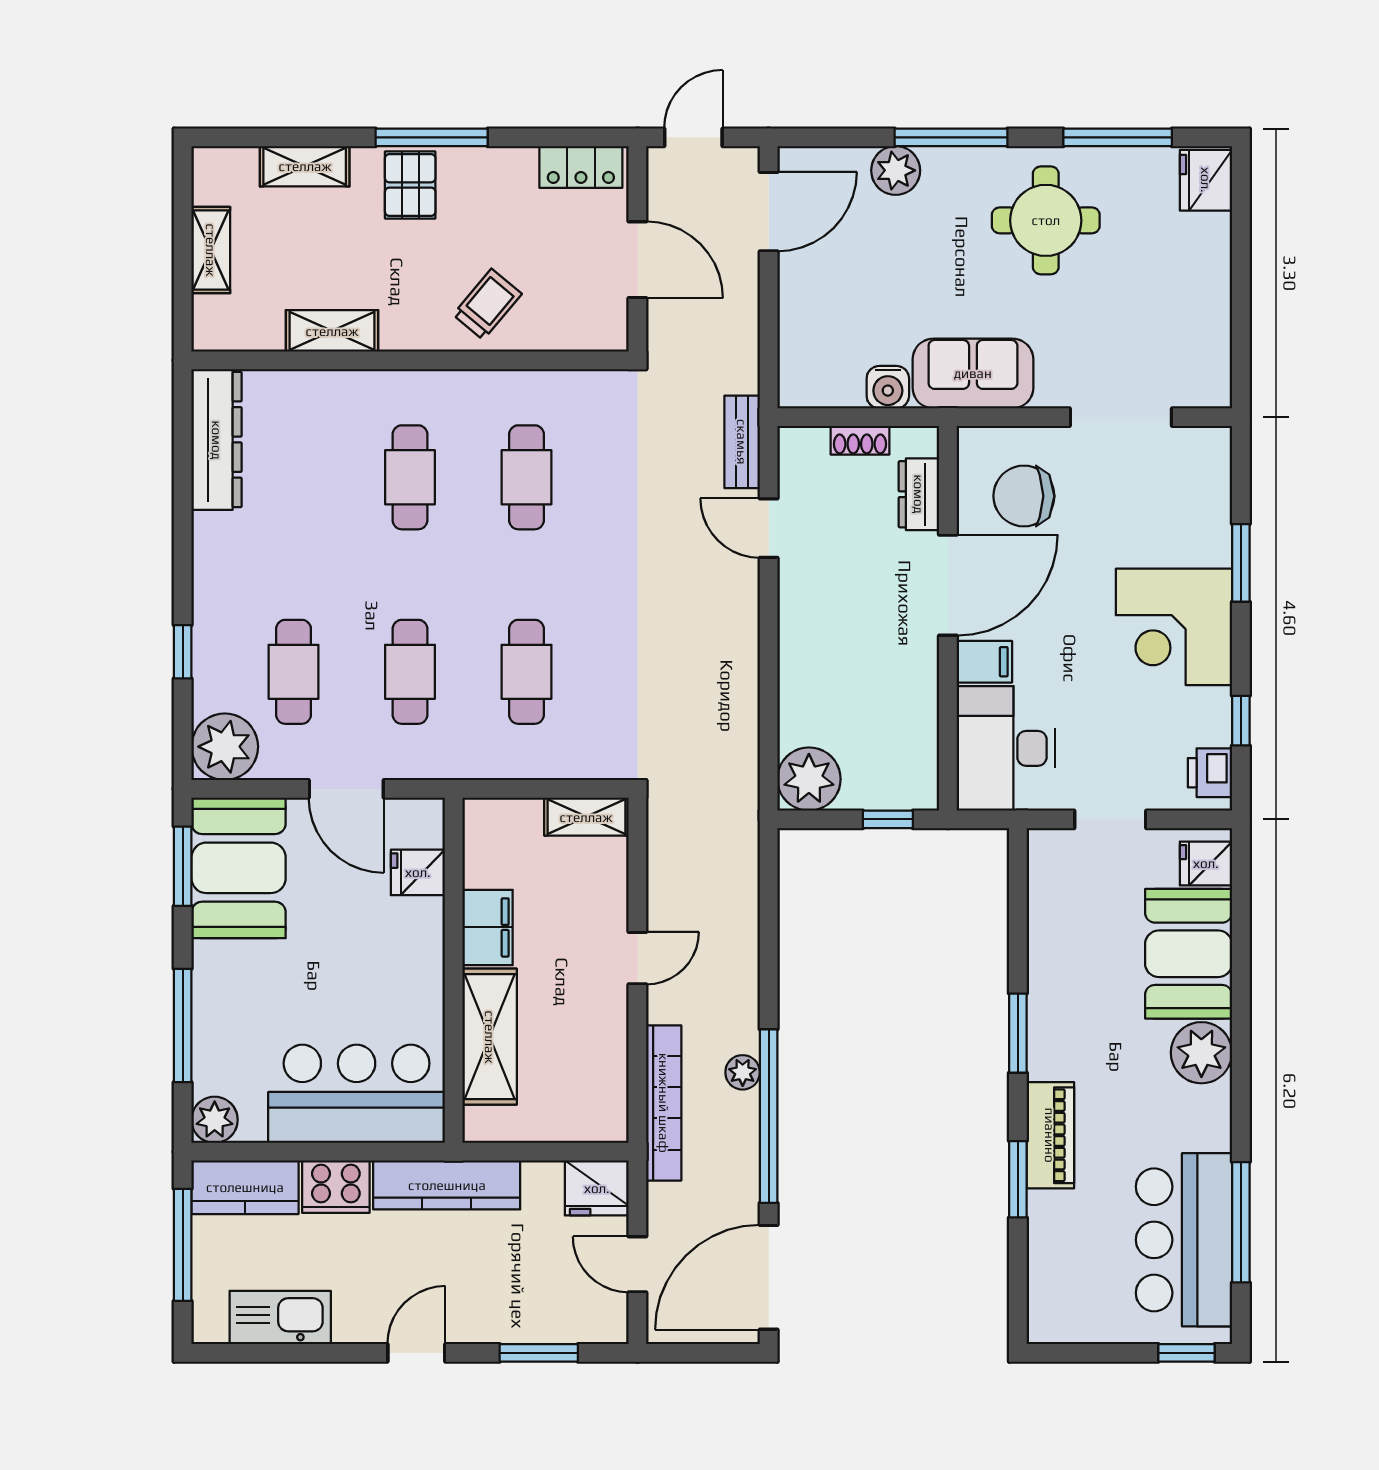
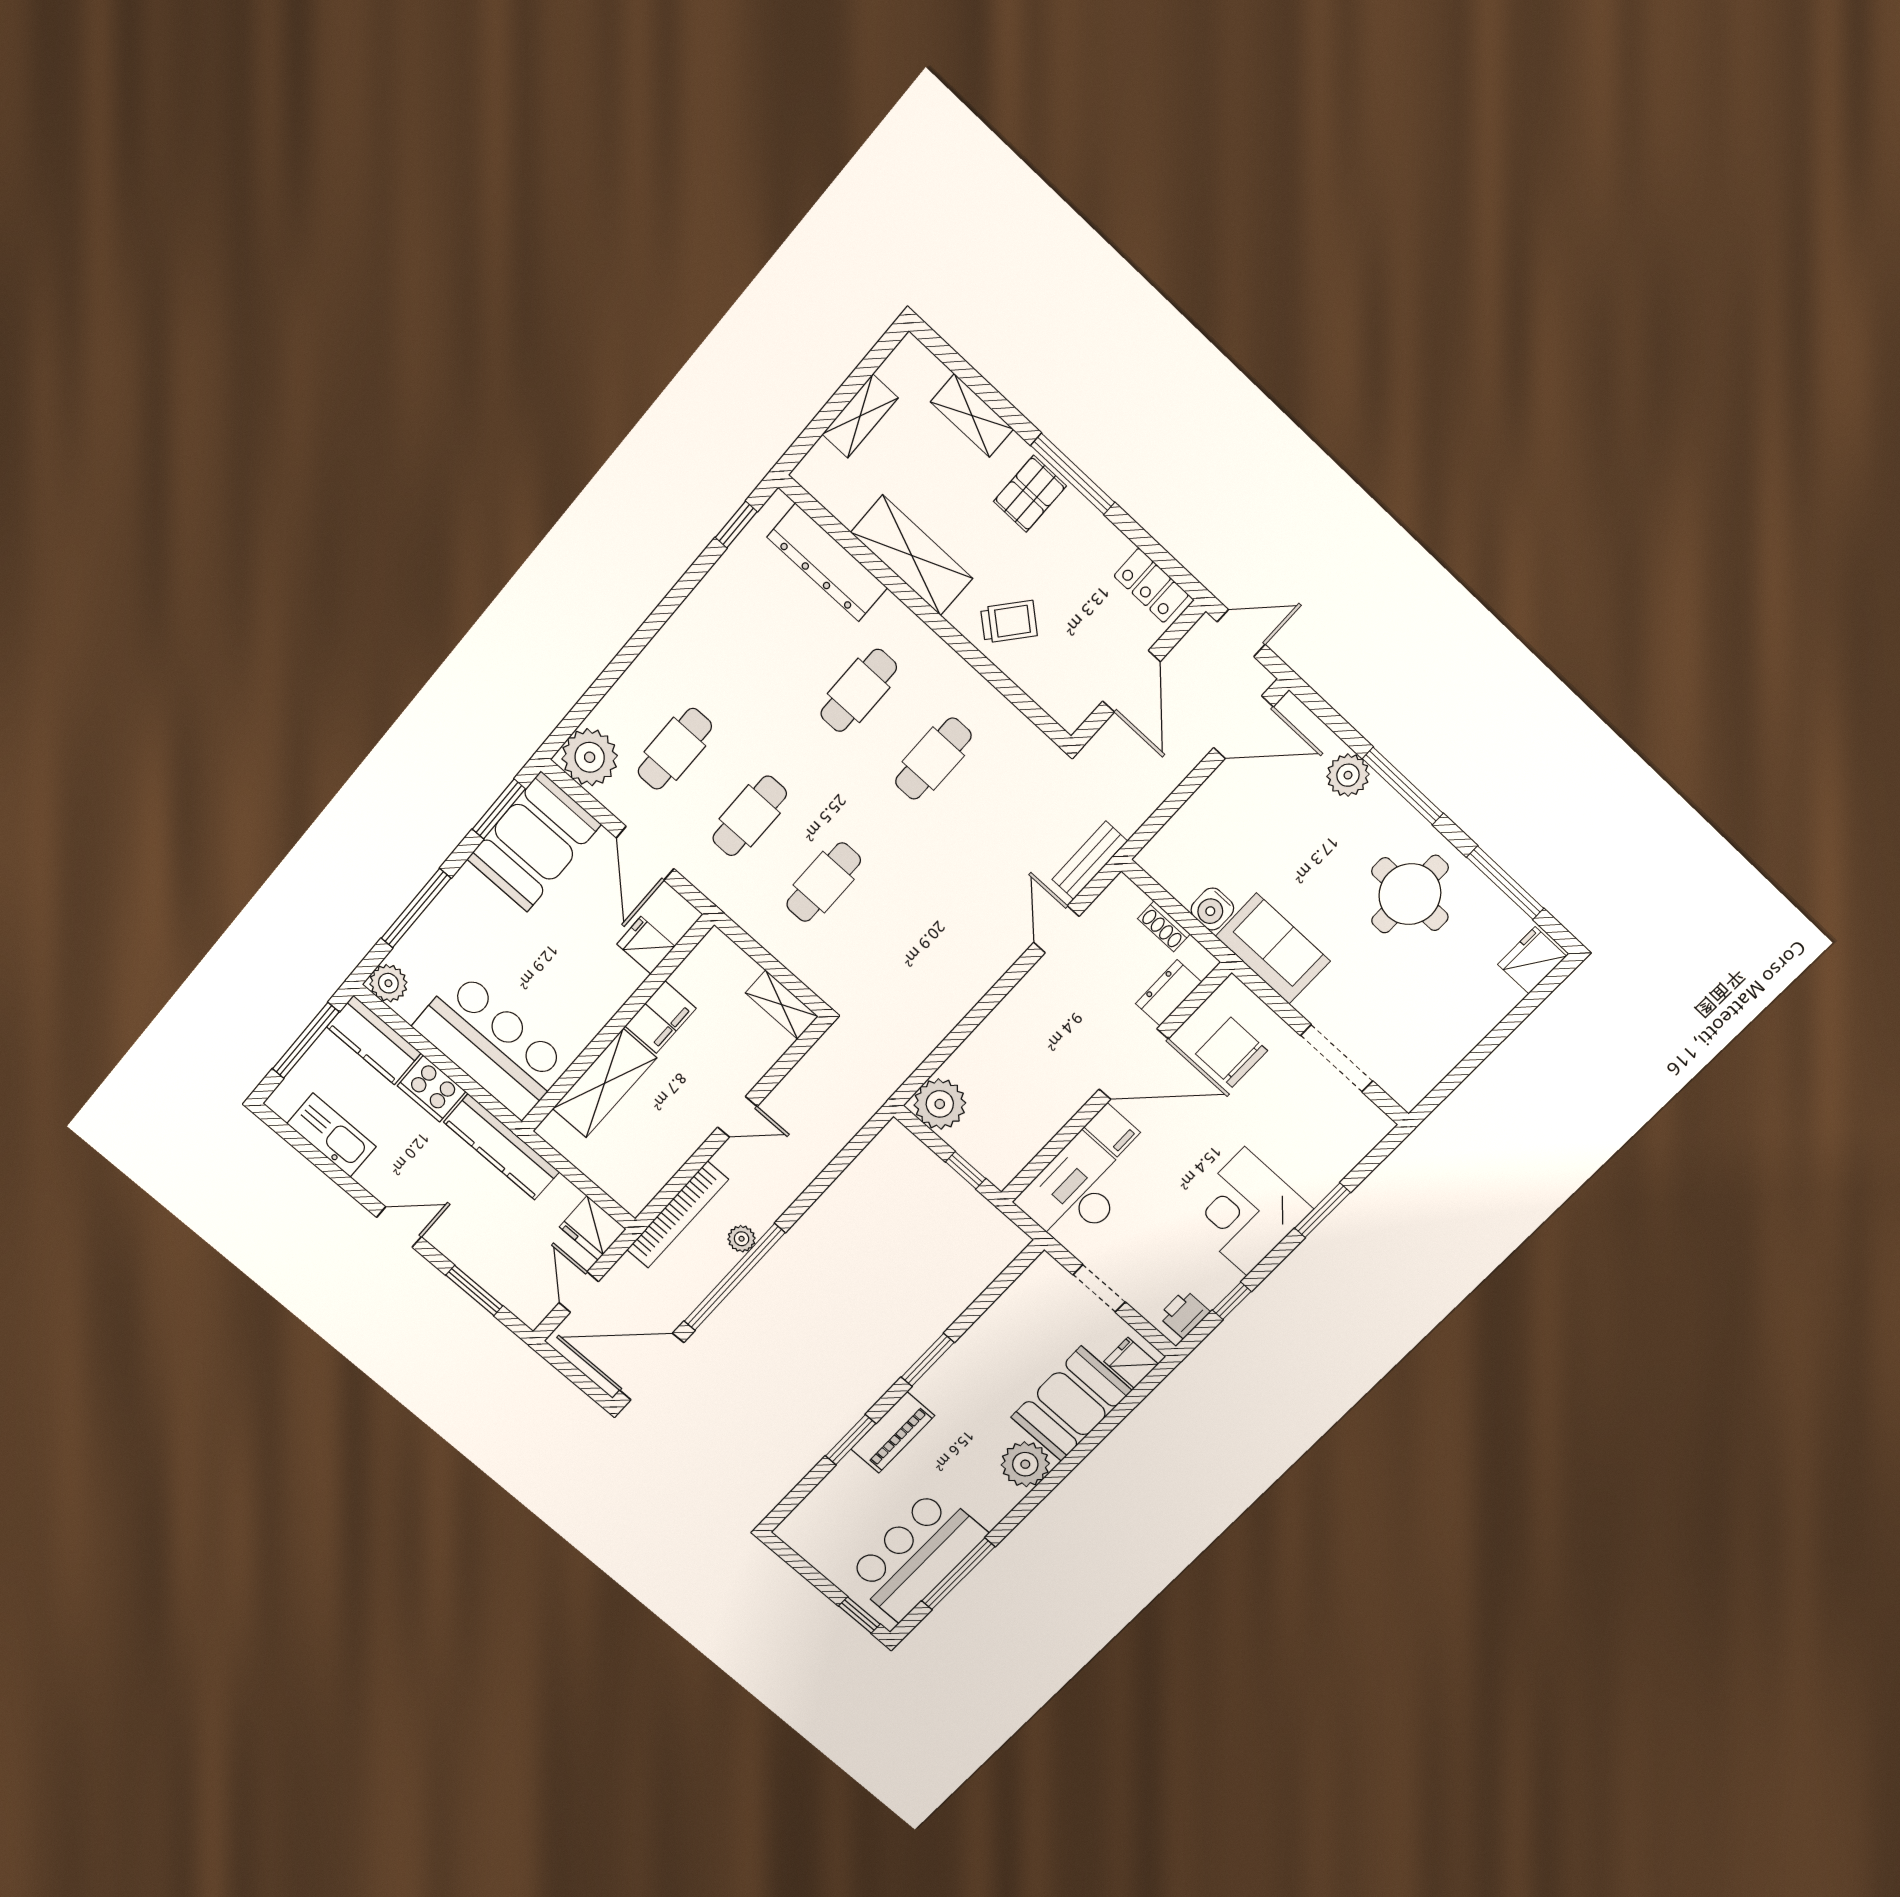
shelving: (332, 331) -> (912, 555), width x1.50, depth x1.33
dresser: (217, 440) -> (827, 563), moved, turned 90
window: (183, 652) -> (736, 524), moved

